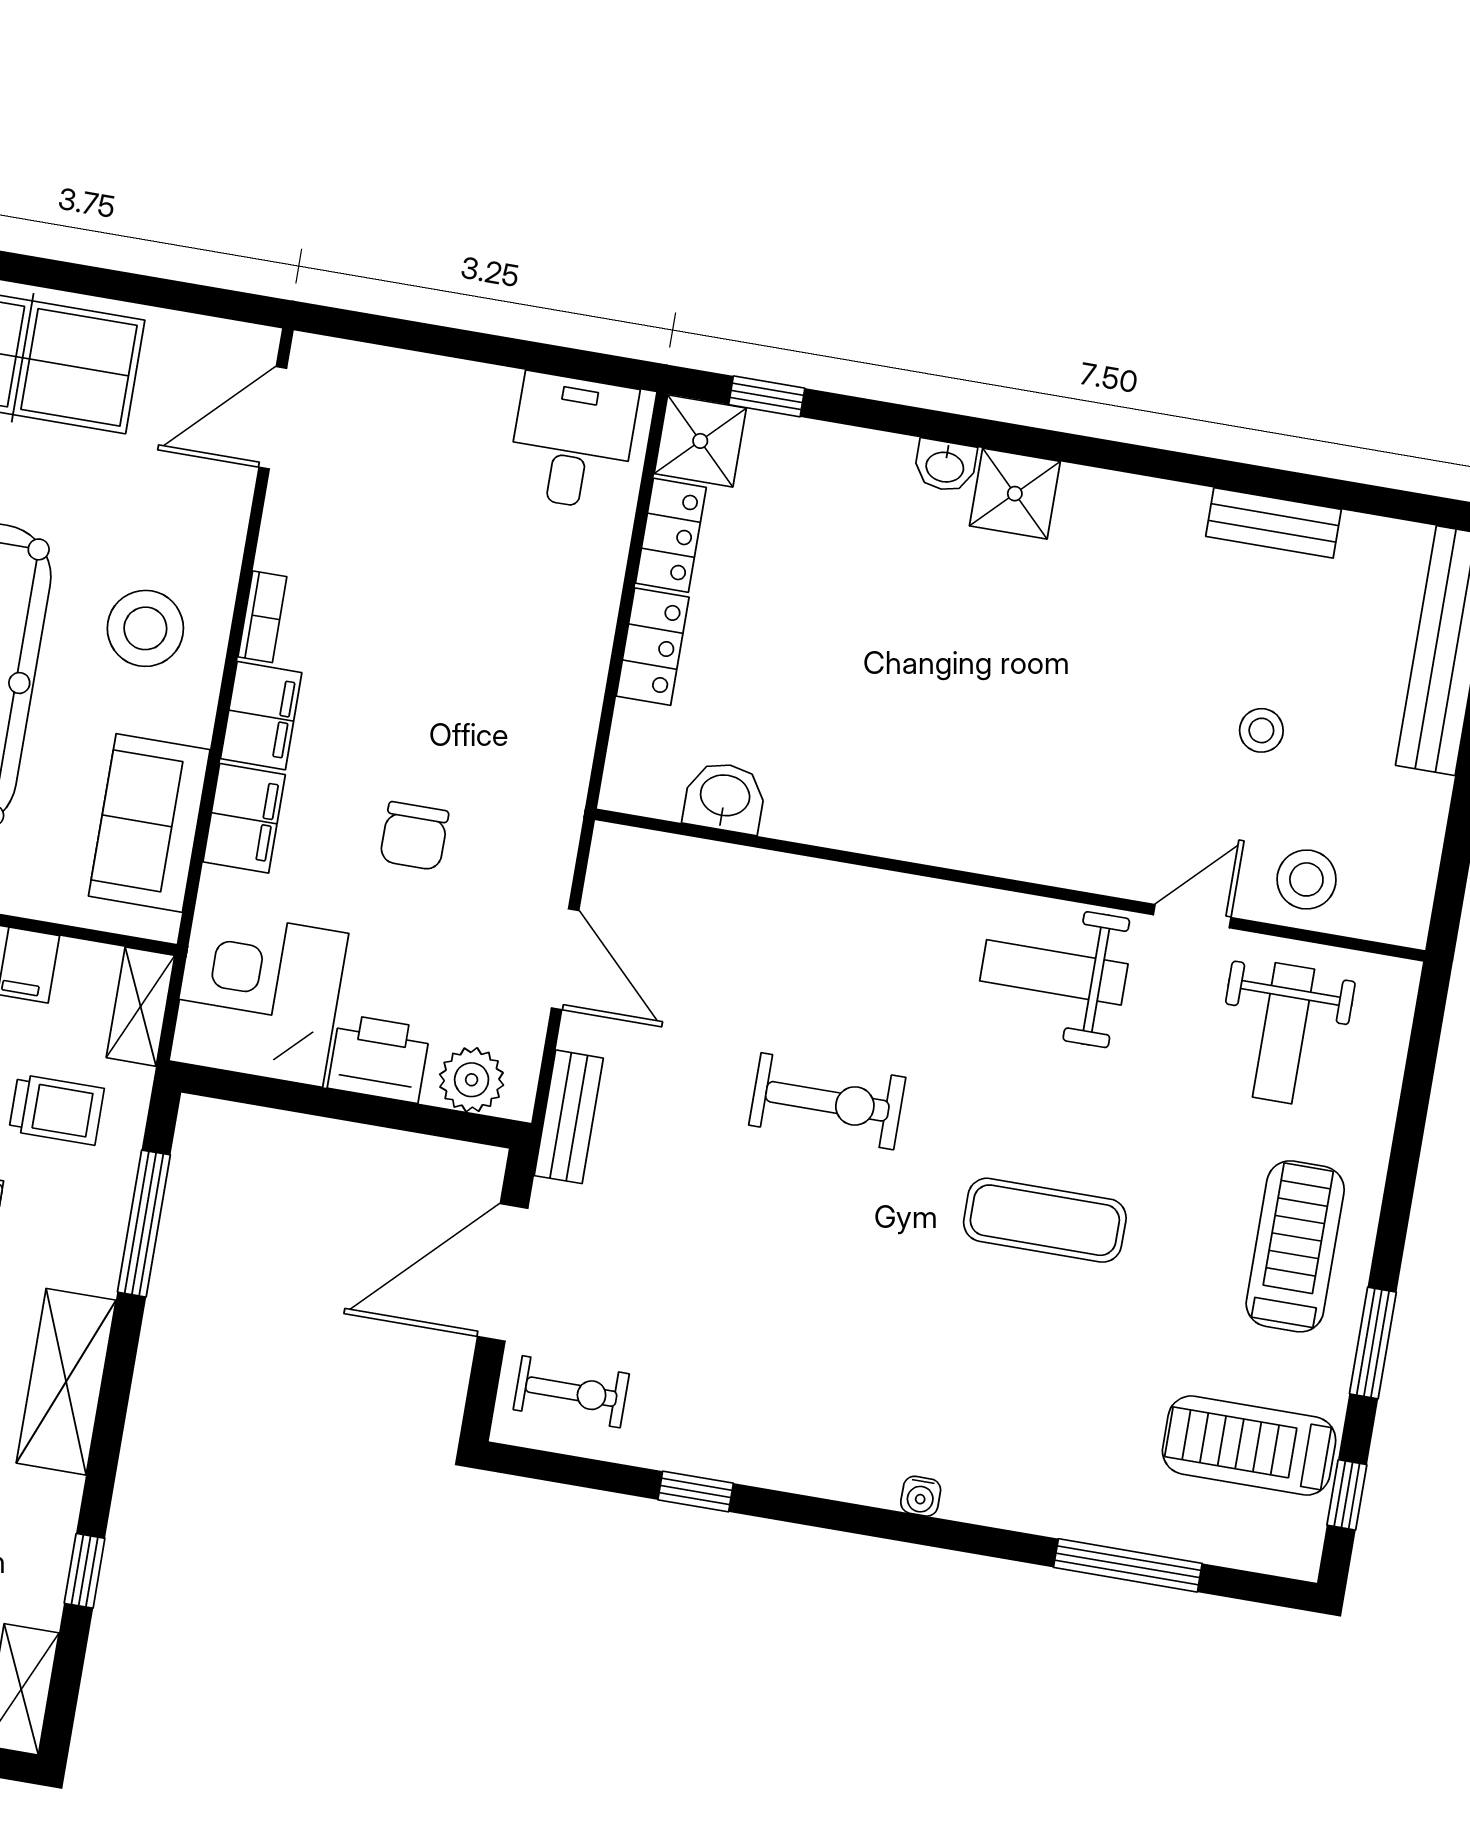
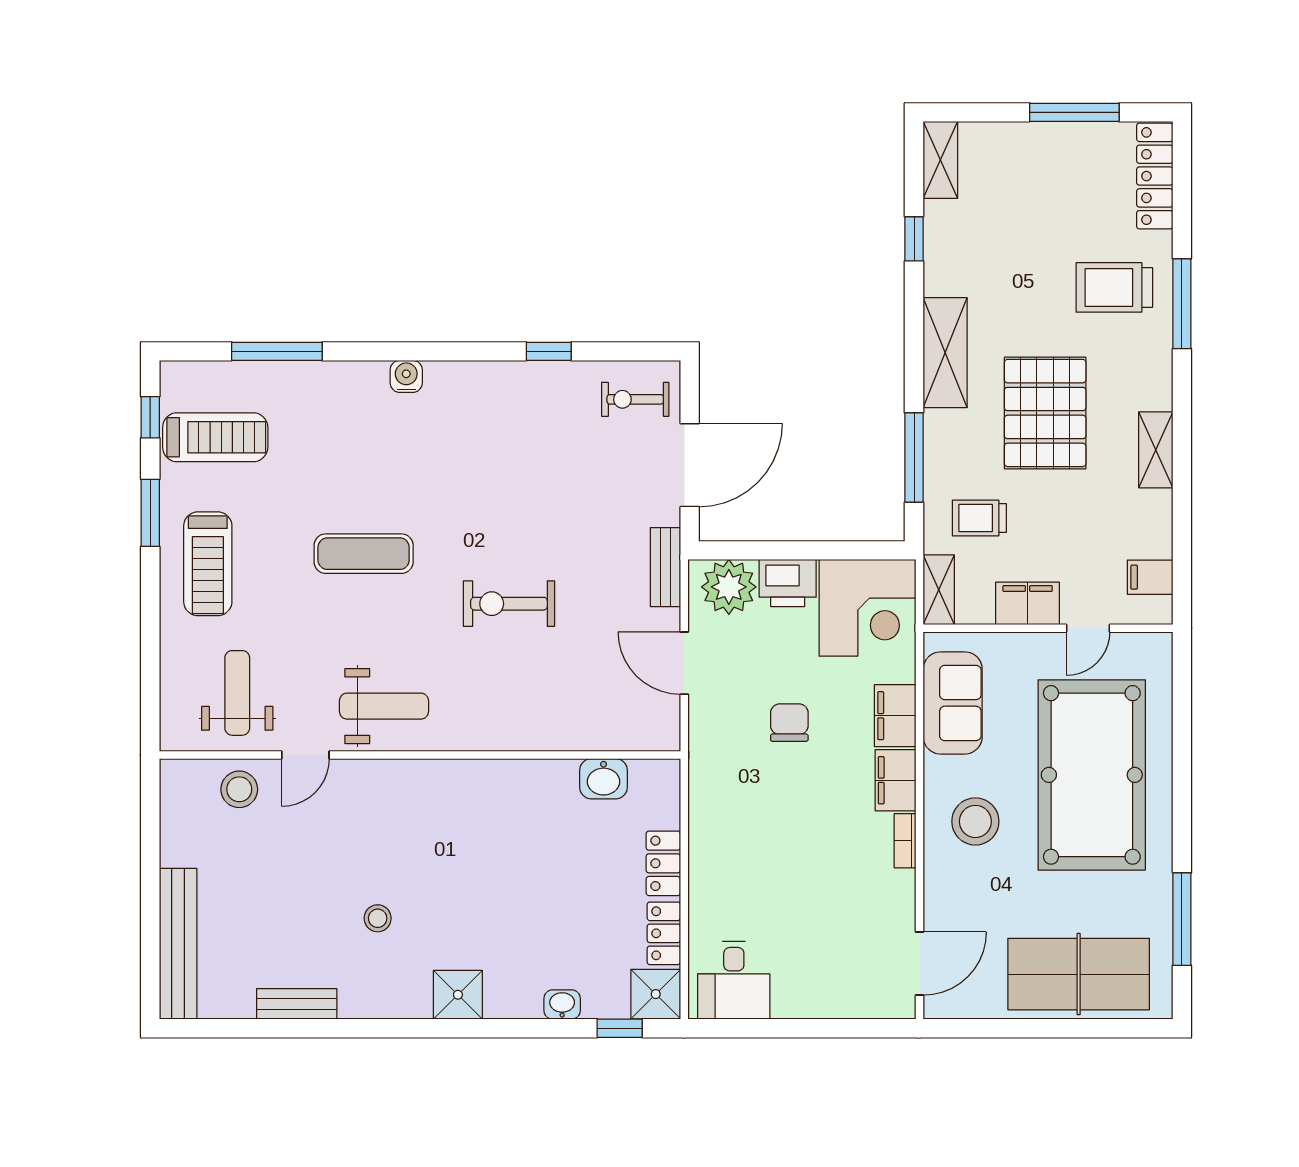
washbasin: (945, 466) -> (562, 1004), moved
stool: (1261, 730) -> (378, 918), moved
plant: (472, 1080) -> (729, 587), width x1.36, depth x1.36
water cooler: (921, 1496) -> (406, 376), width x1.38, depth x1.38

